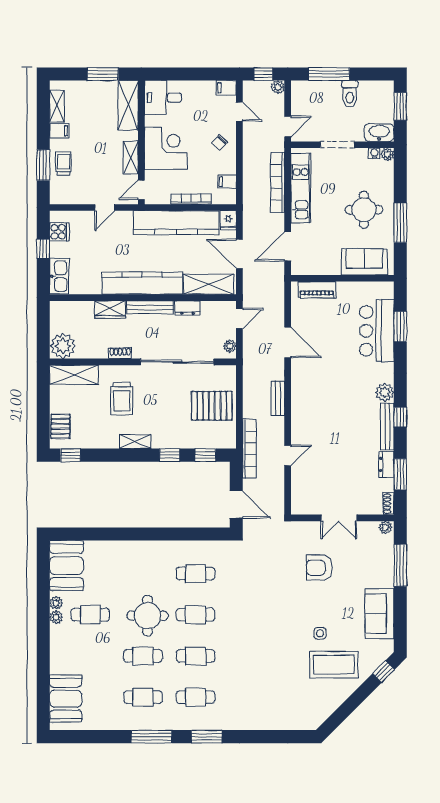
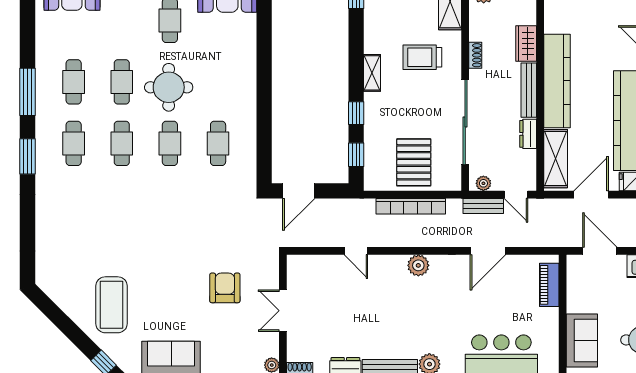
bench: (278, 398) -> (483, 206), moved
plant: (300, 402) -> (418, 265), added
bookcase: (249, 449) -> (411, 206), moved
side table: (320, 633) -> (148, 289), removed

